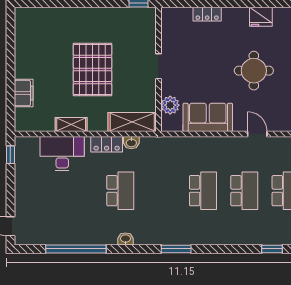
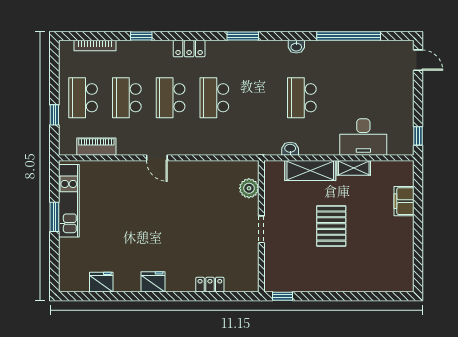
pallet: (92, 70) -> (331, 226), width x0.73, depth x0.71
round table: (254, 71) -> (160, 225), removed
sofa: (208, 117) -> (209, 175), removed
shelving: (132, 122) -> (310, 170), moved
locker: (107, 144) -> (189, 49), moved, turned 180

